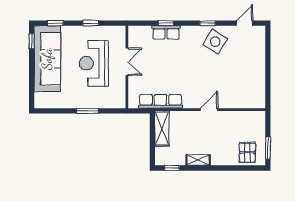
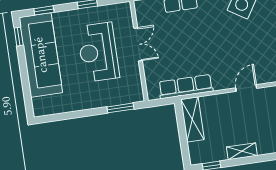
window: (88, 111) -> (120, 108), moved

